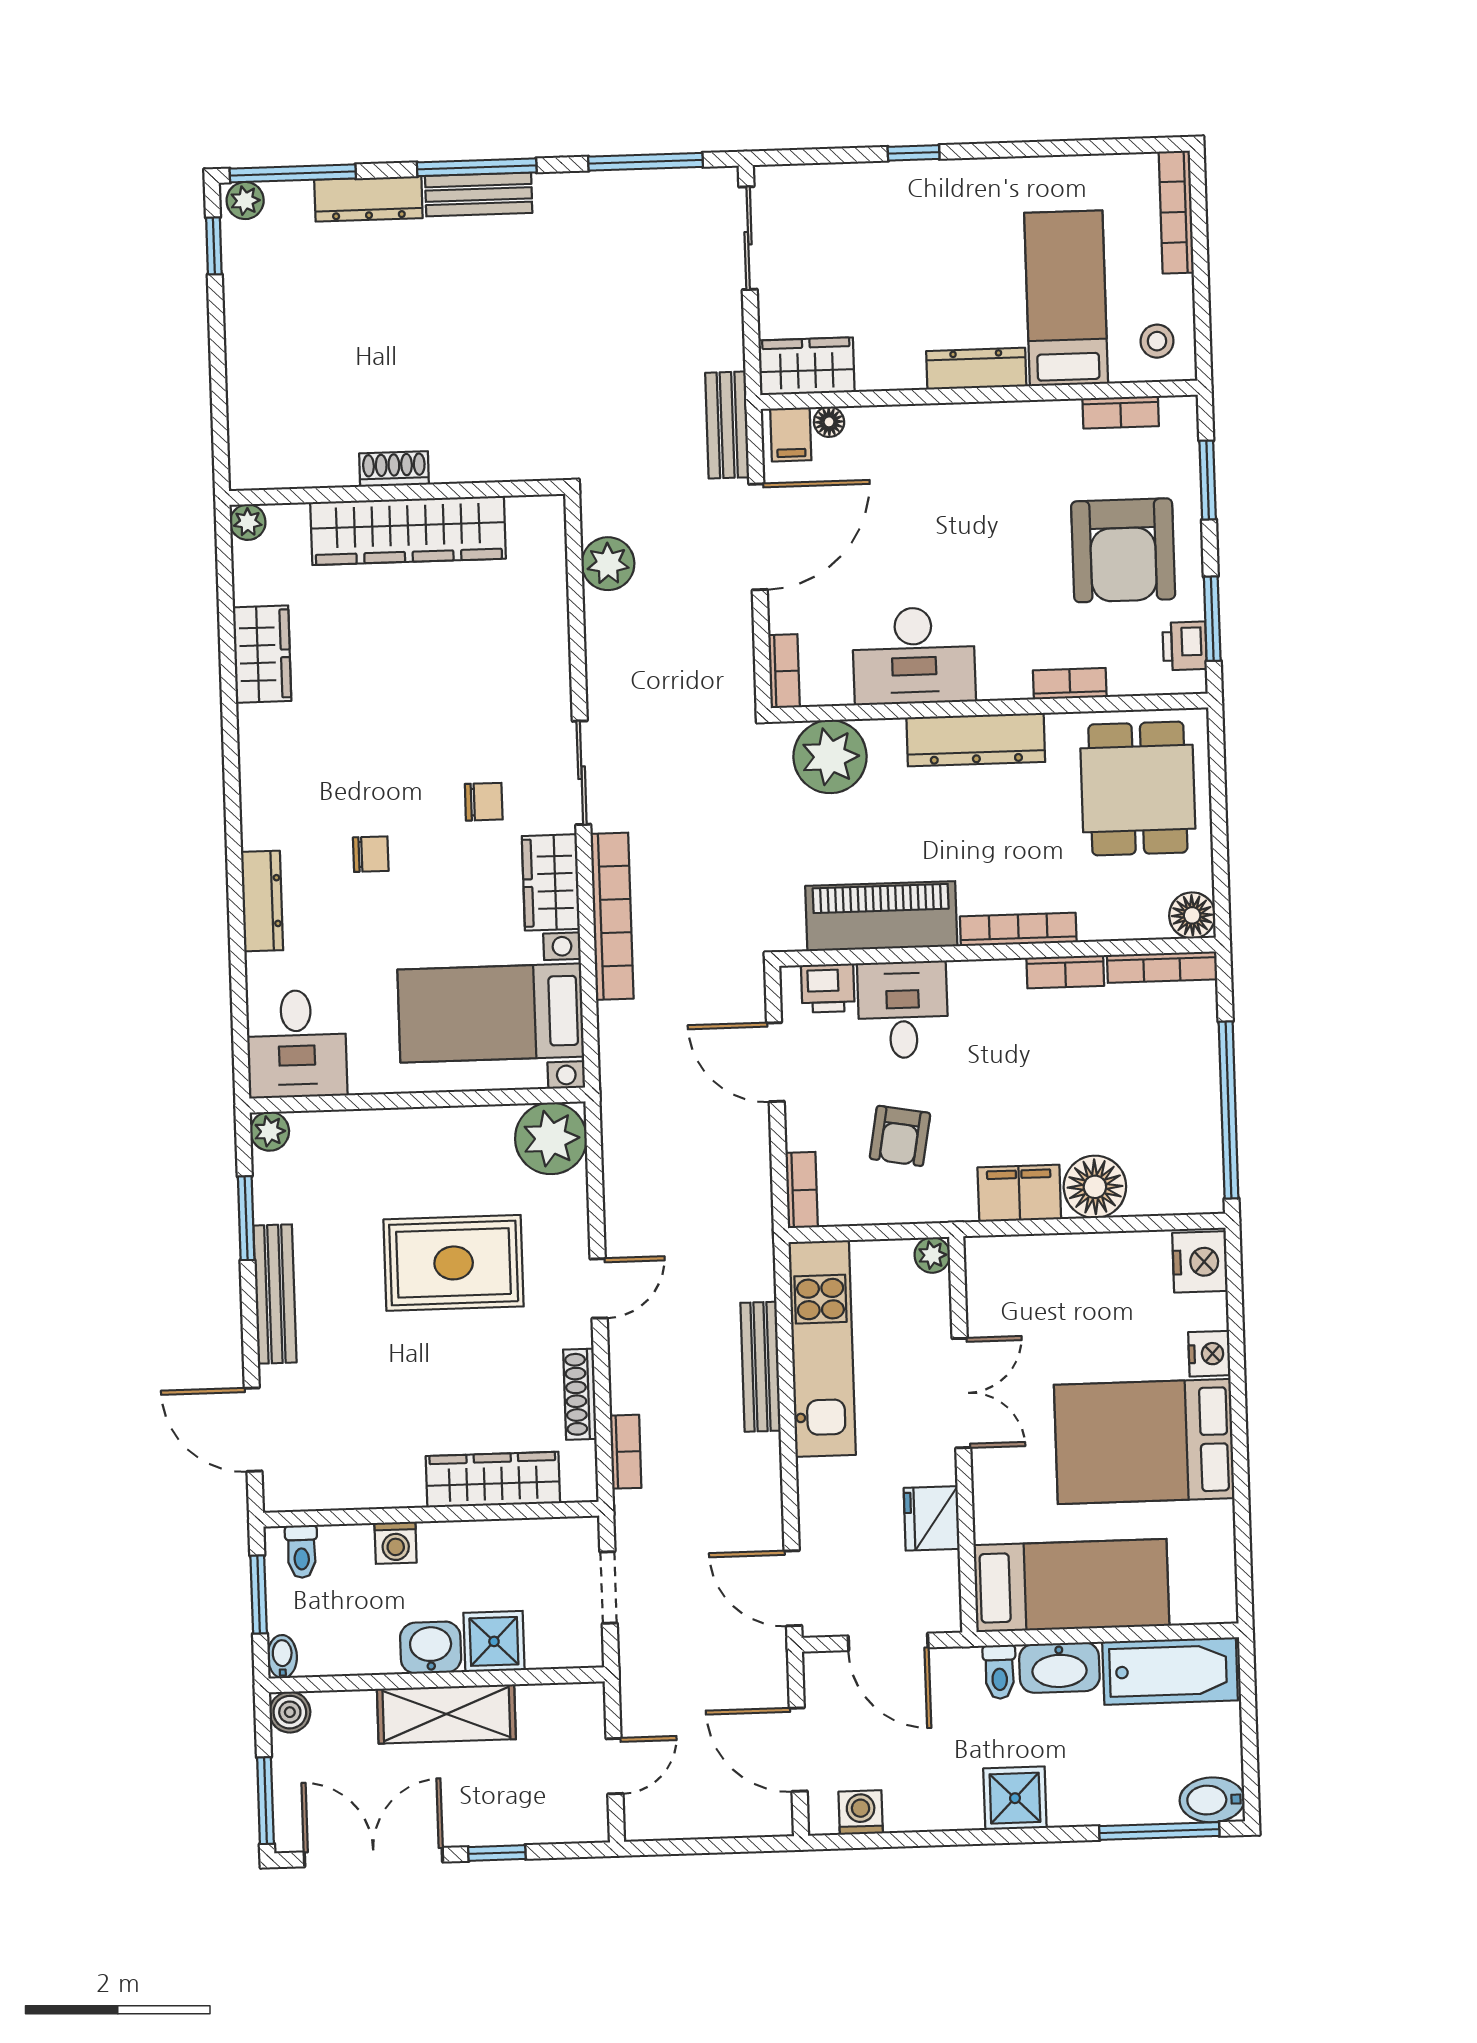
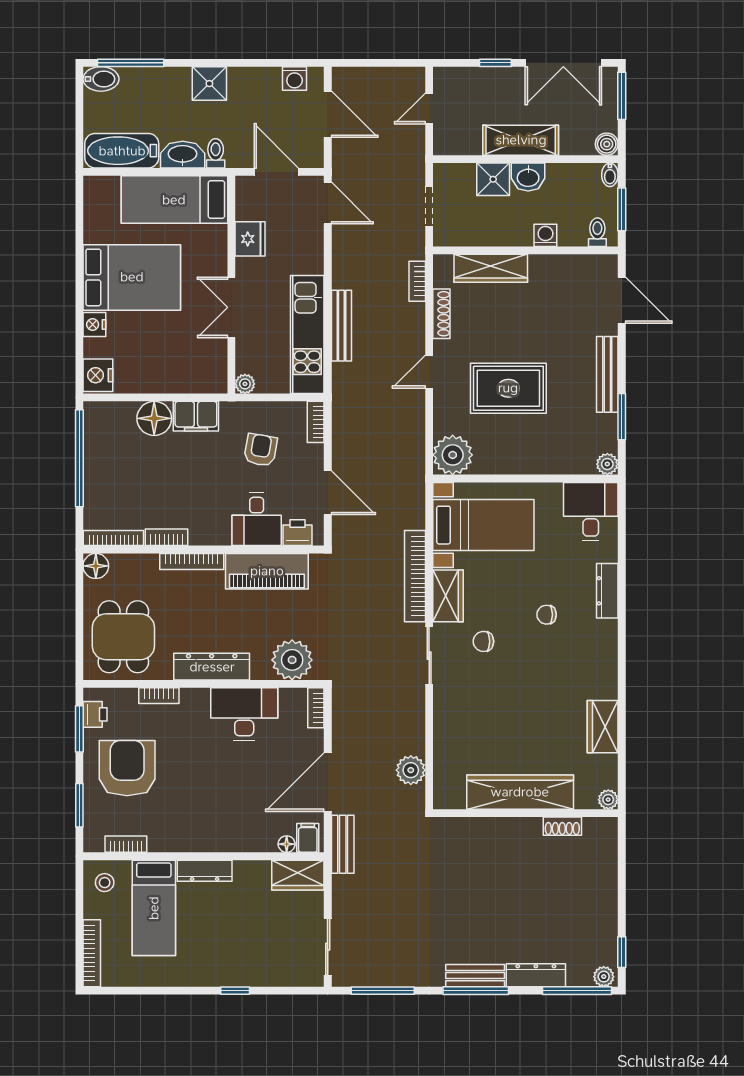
shoe rack: (394, 469) -> (562, 826), moved

